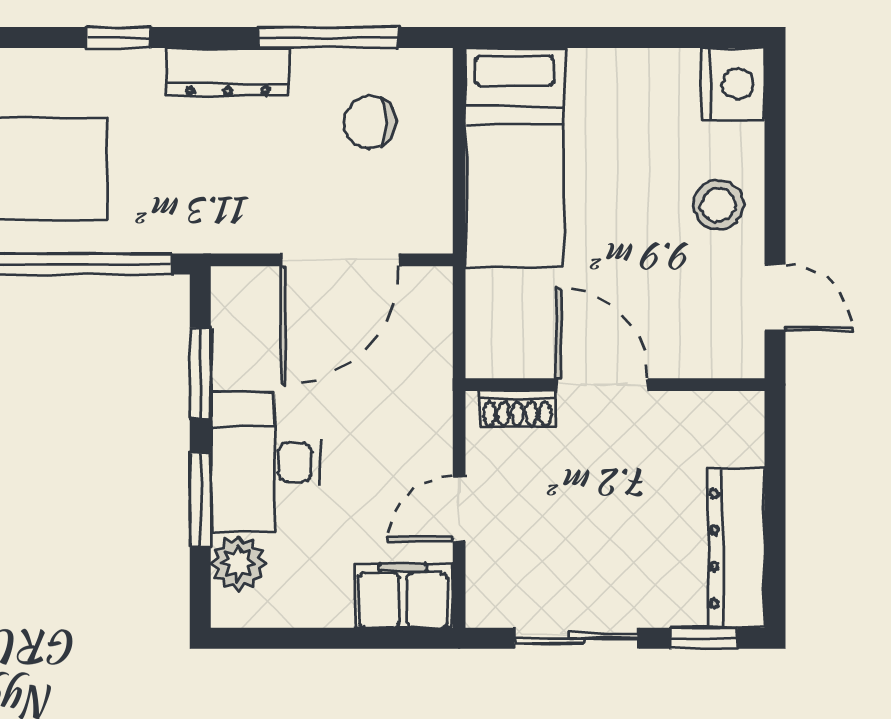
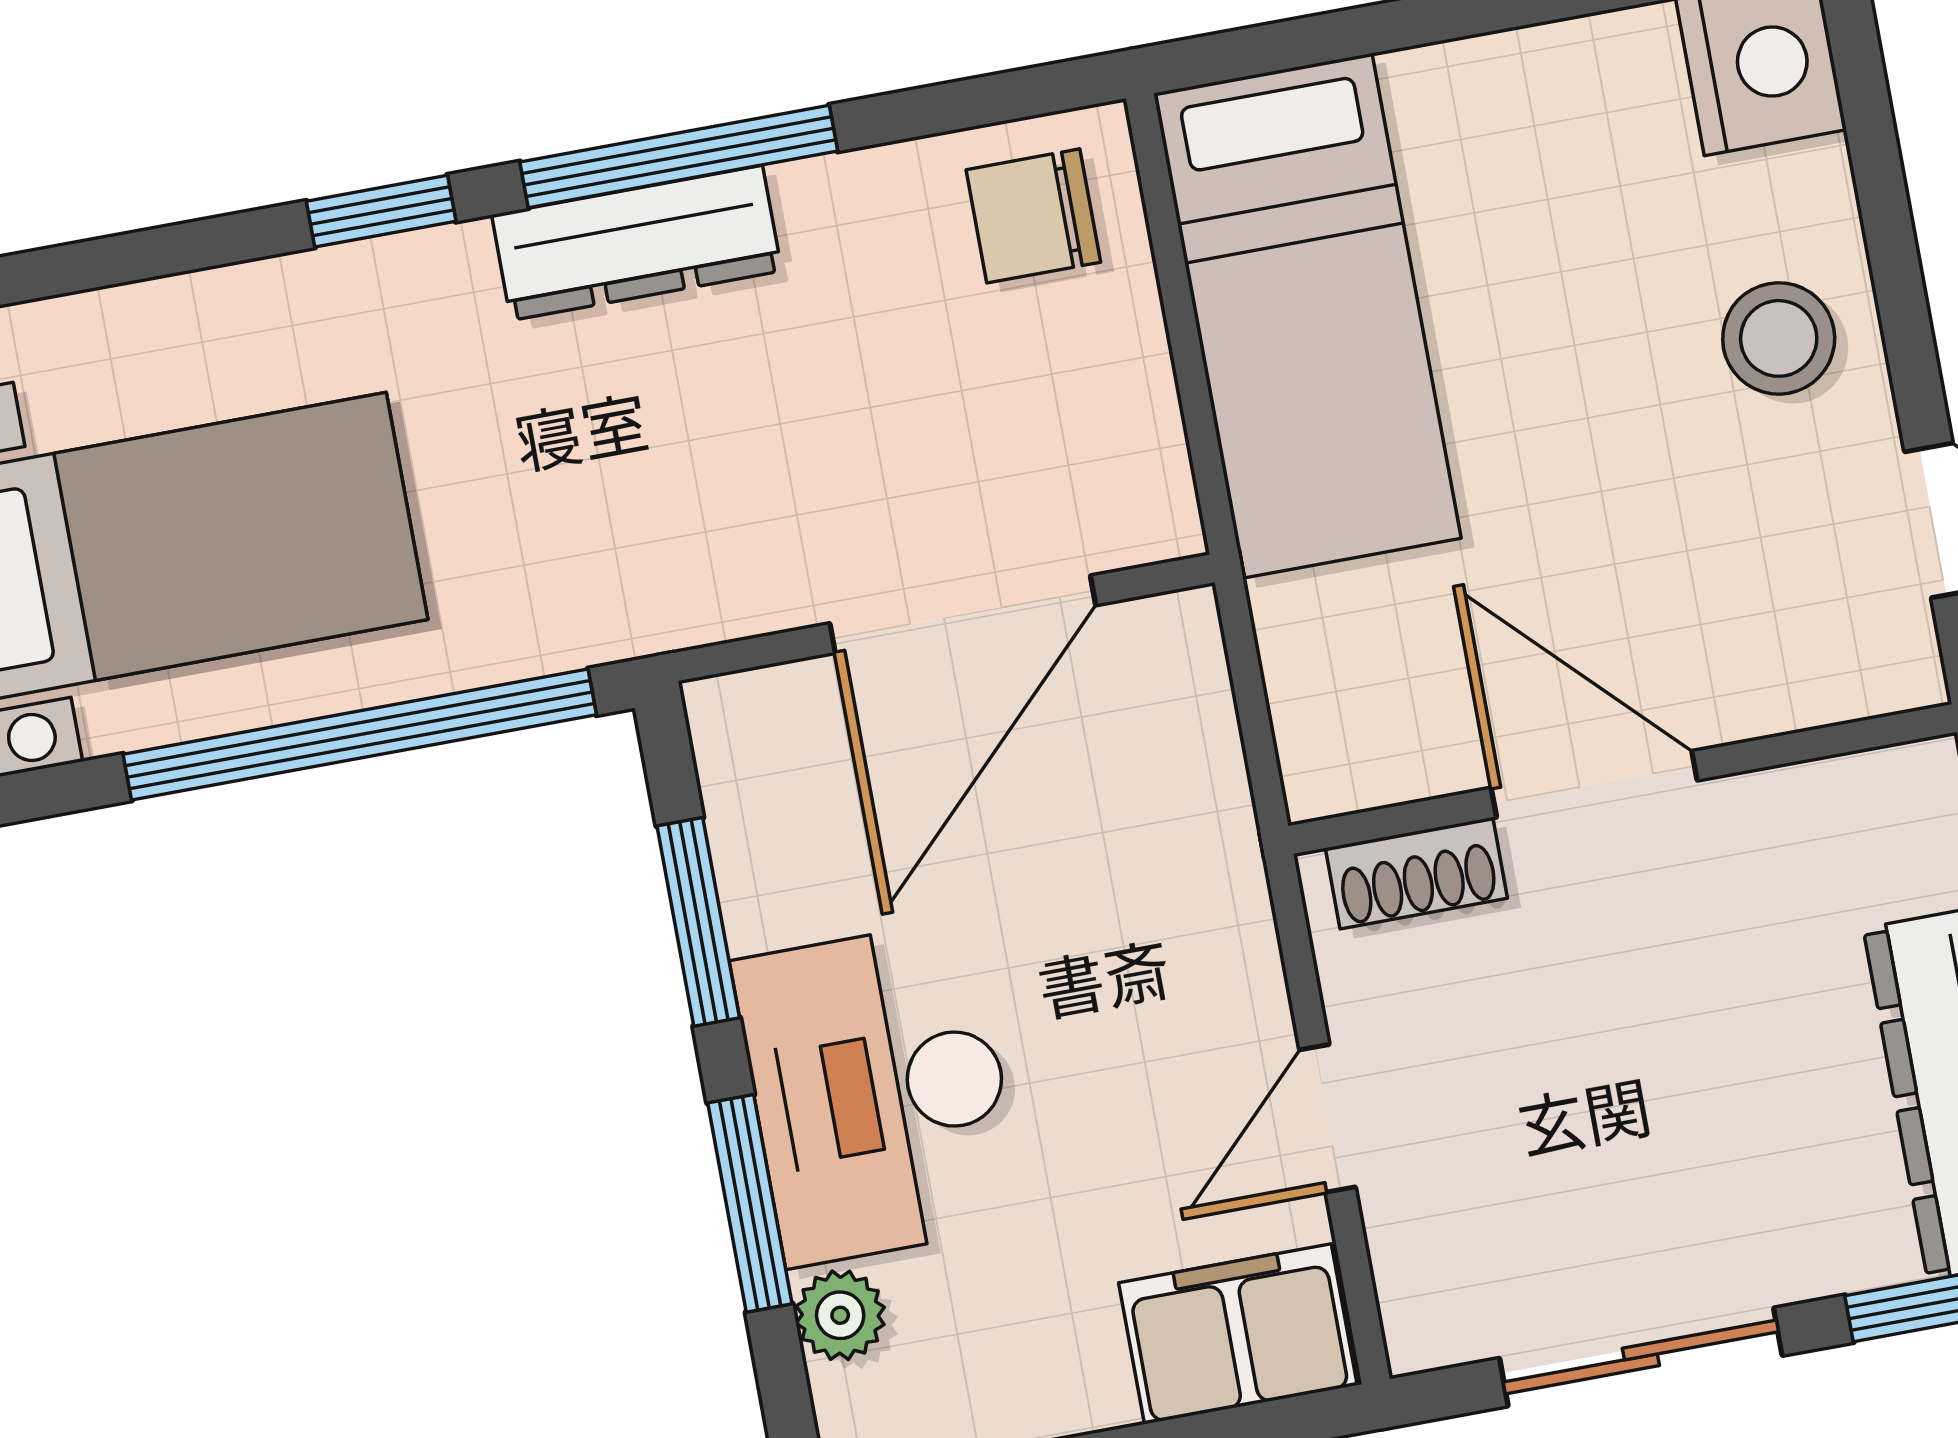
window: (328, 38) -> (679, 157), moved
chair: (370, 122) -> (1033, 216), moved
plant: (238, 563) -> (840, 1315), width x0.73, depth x0.73

